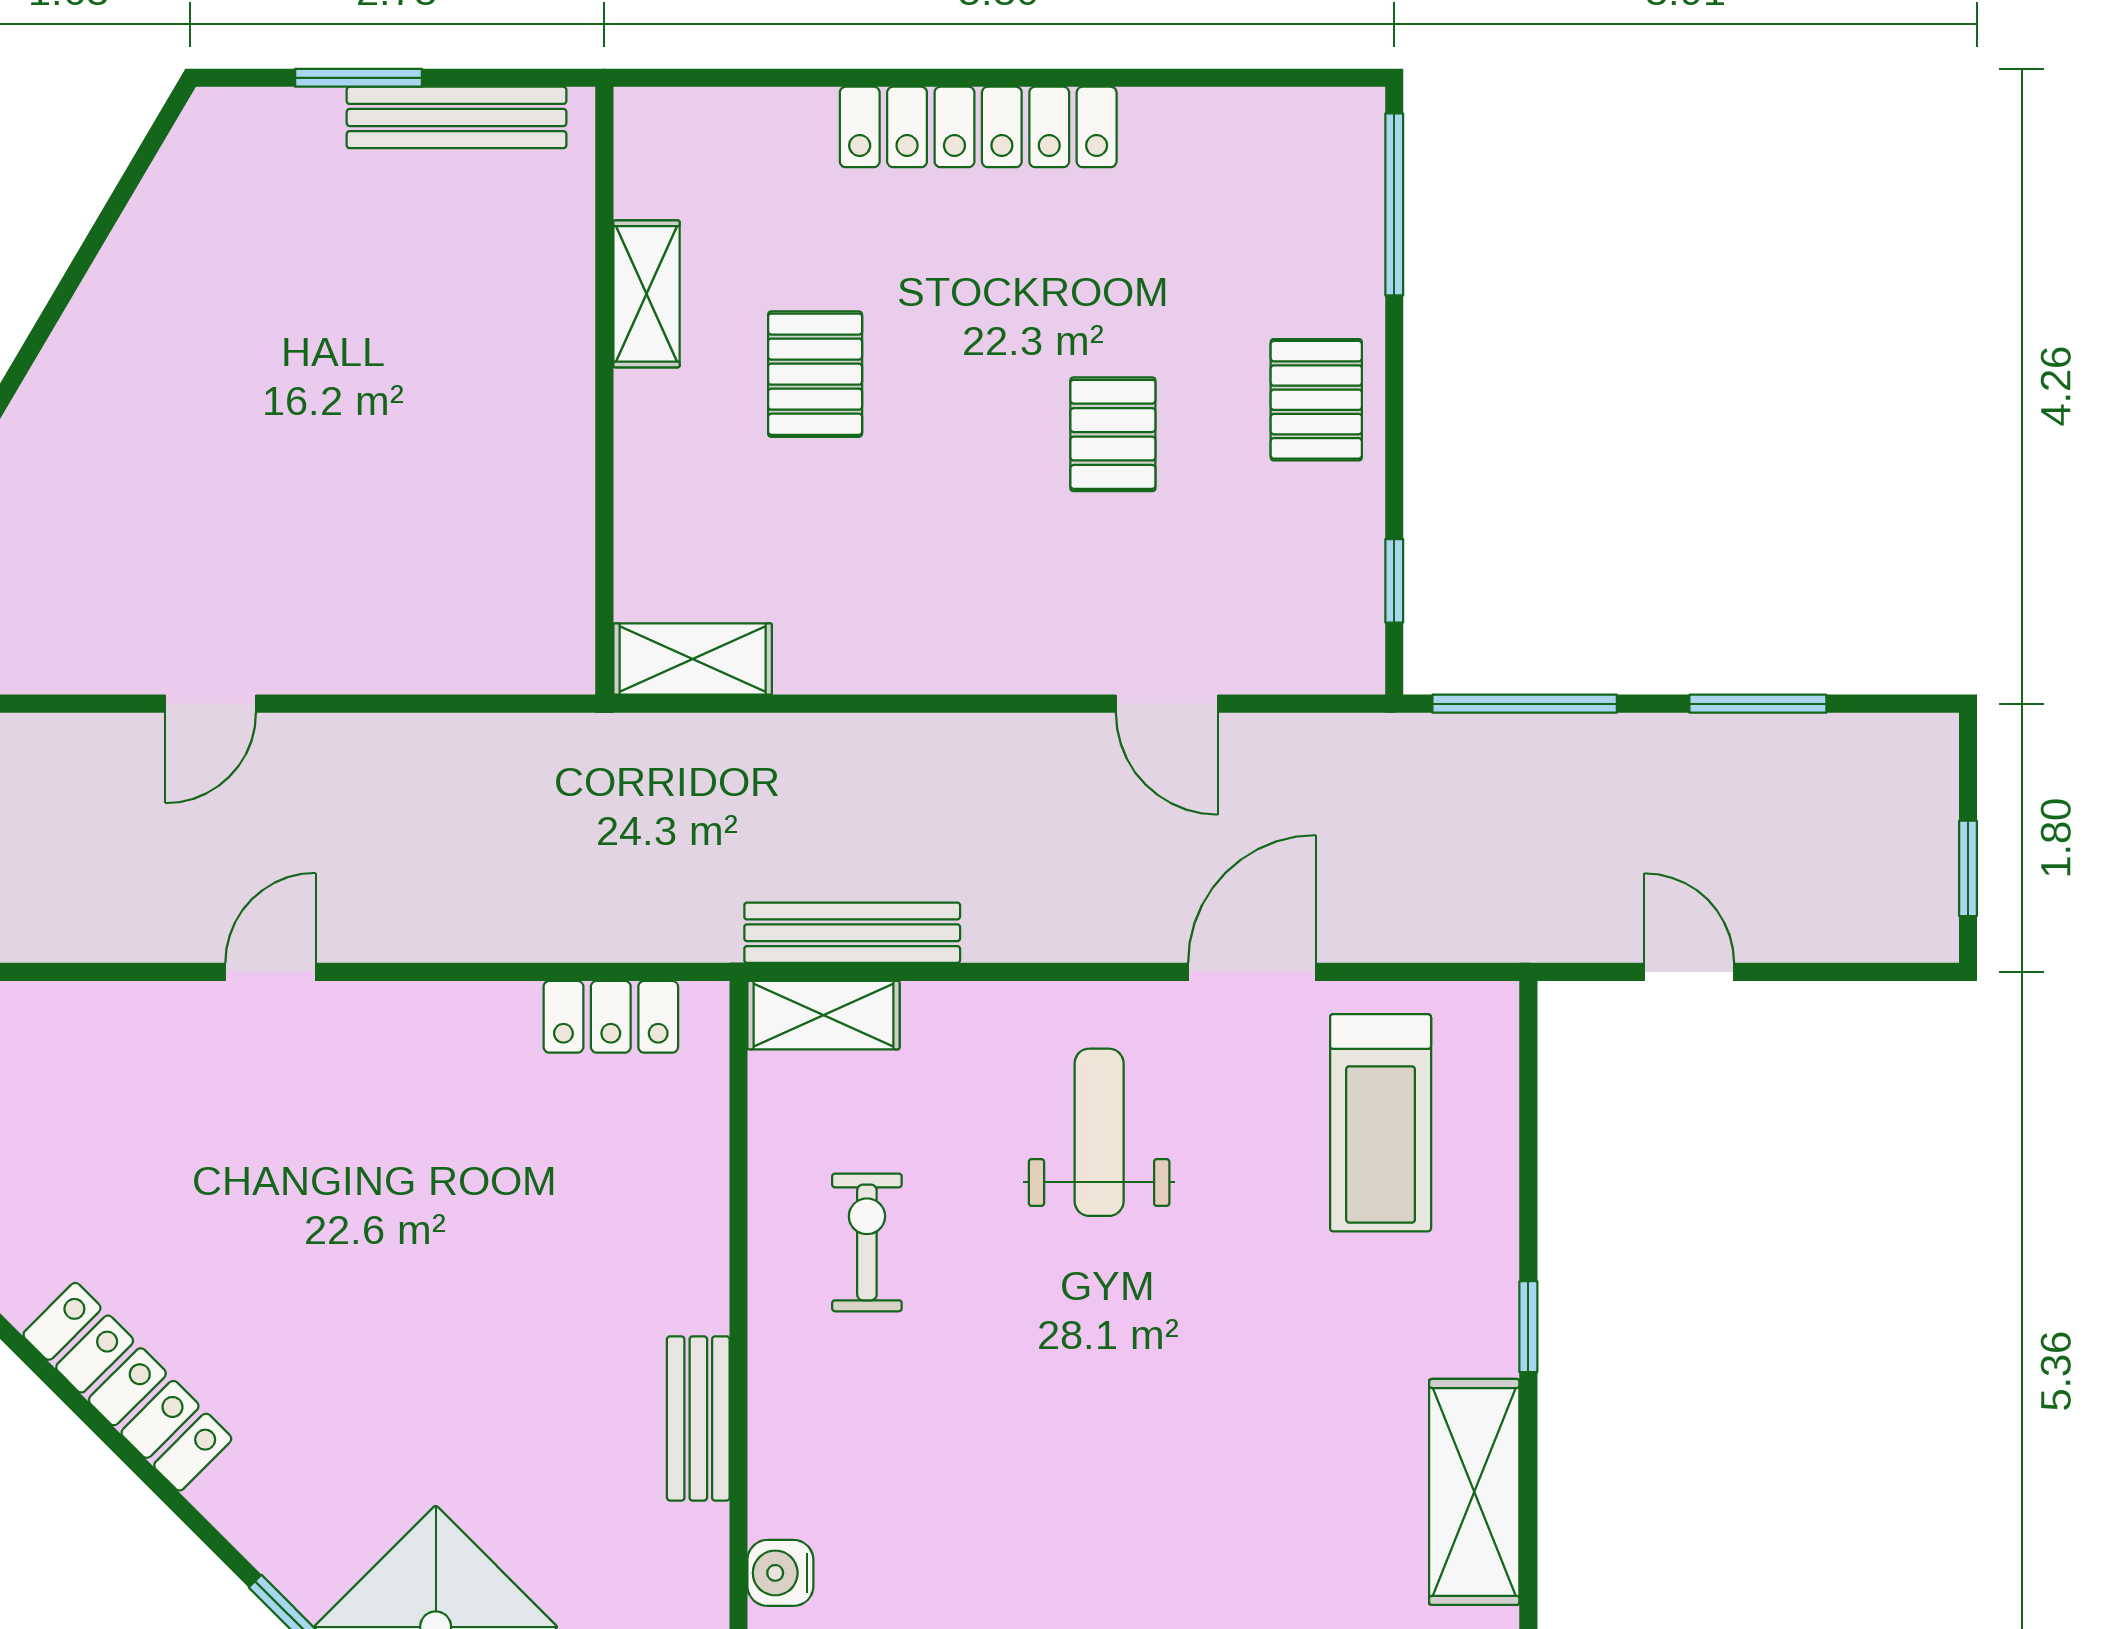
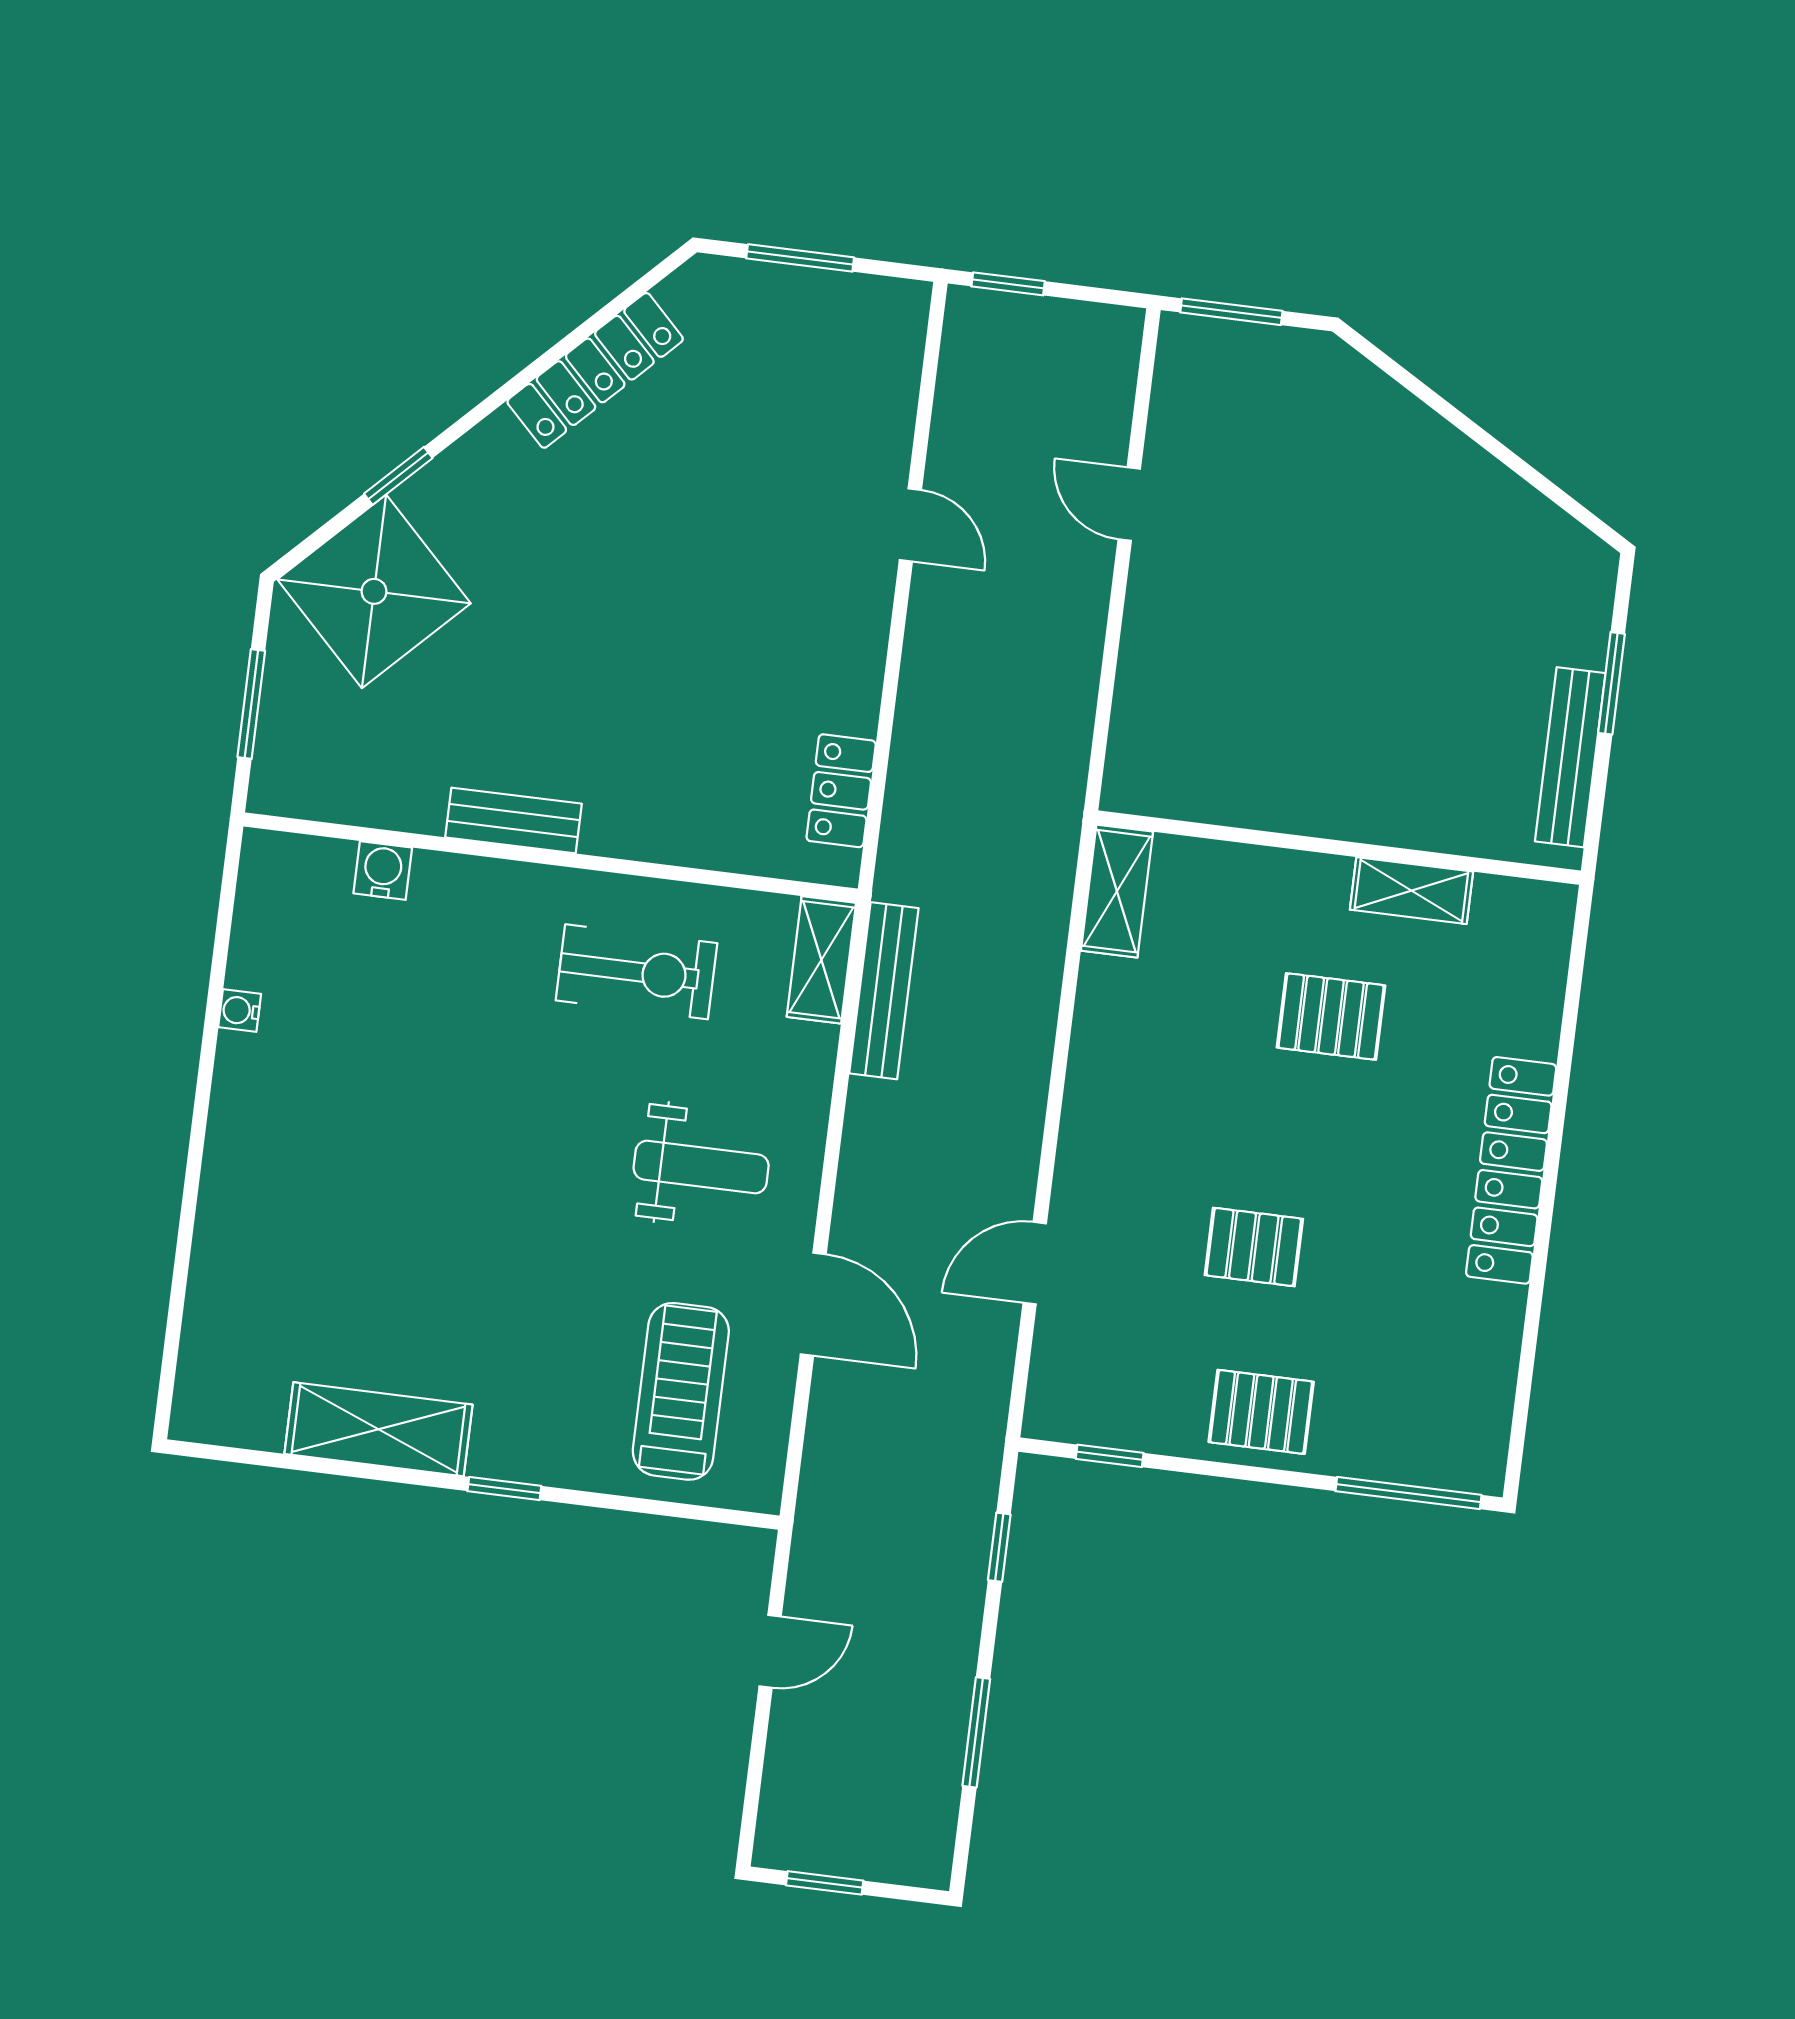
window: (1525, 704) -> (999, 1547), width x0.46
treadmill: (1381, 1123) -> (681, 1391), turned 90
exercise bike: (867, 1242) -> (637, 972), width x1.38, depth x1.39

